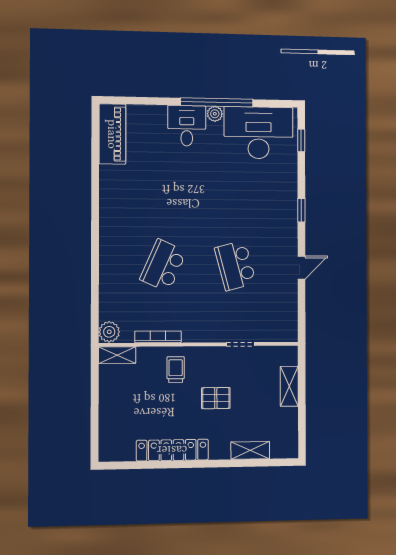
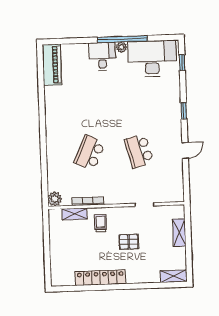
shelving: (117, 355) -> (74, 214), moved
shelving: (250, 450) -> (174, 276), moved

